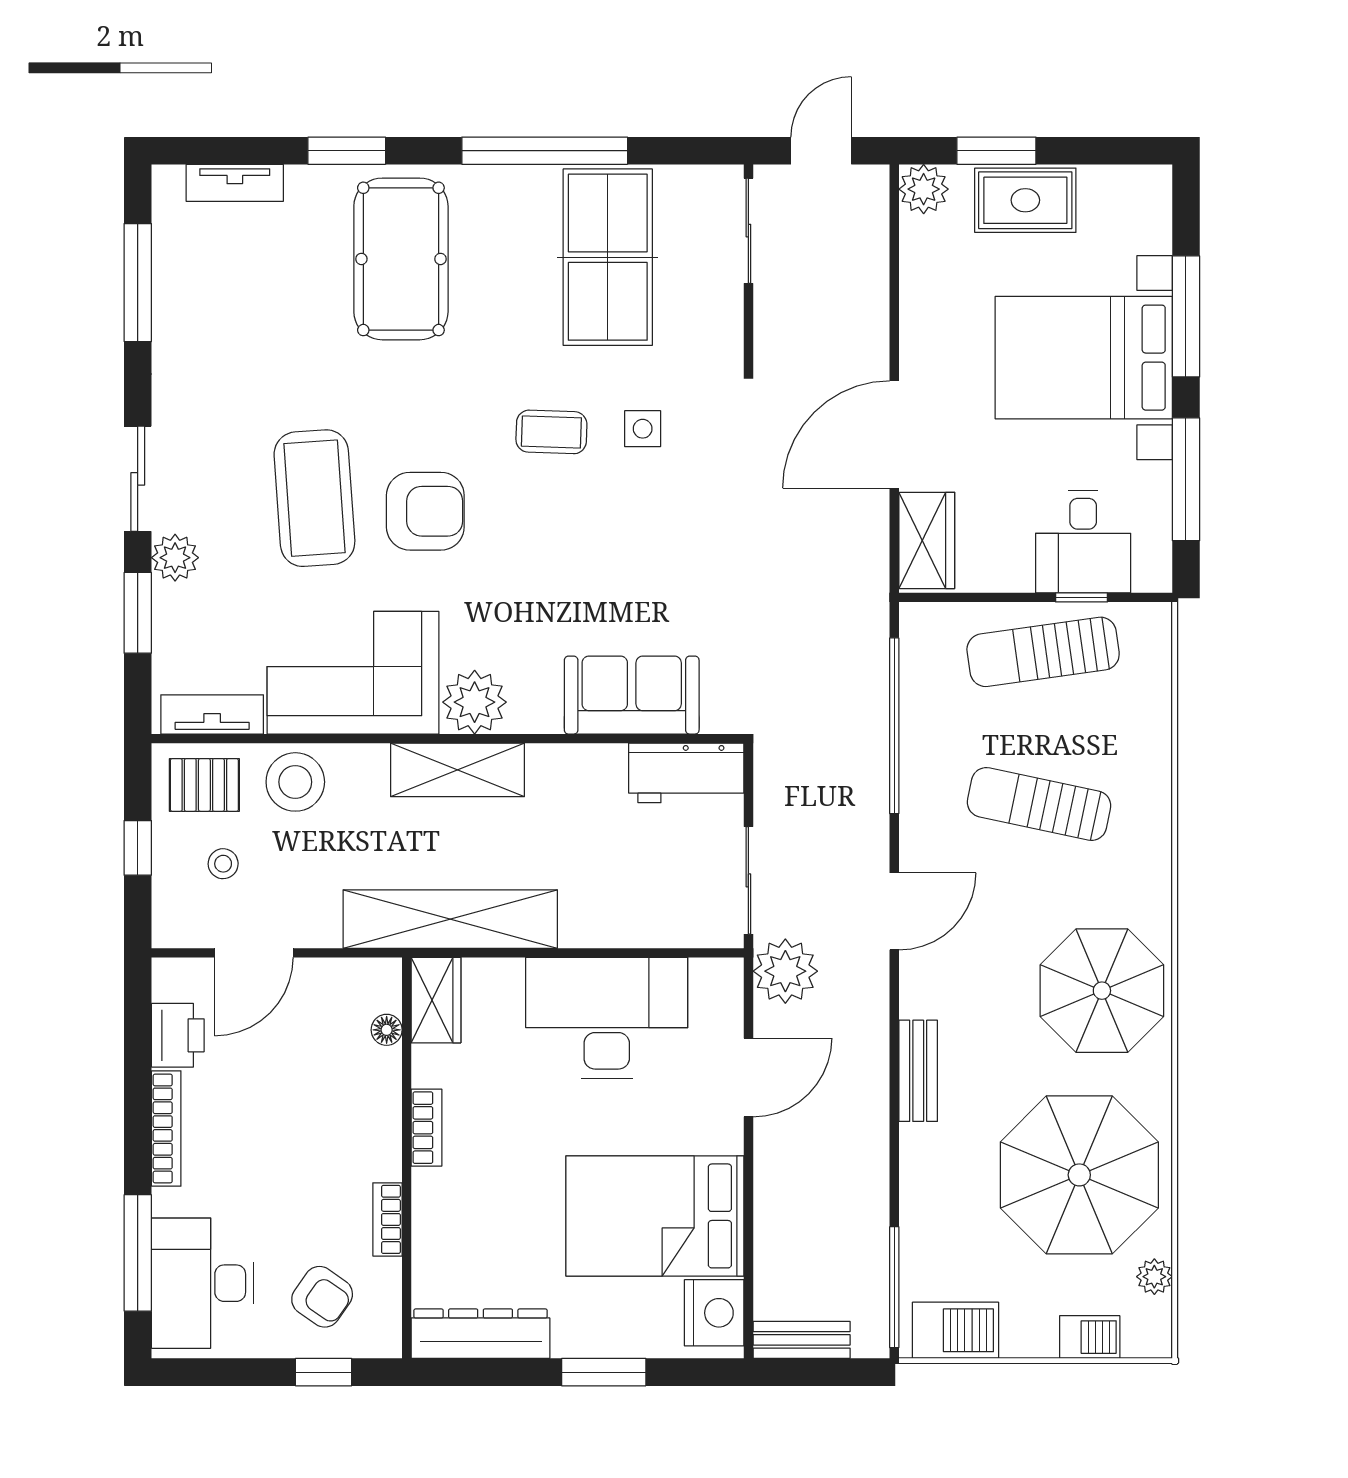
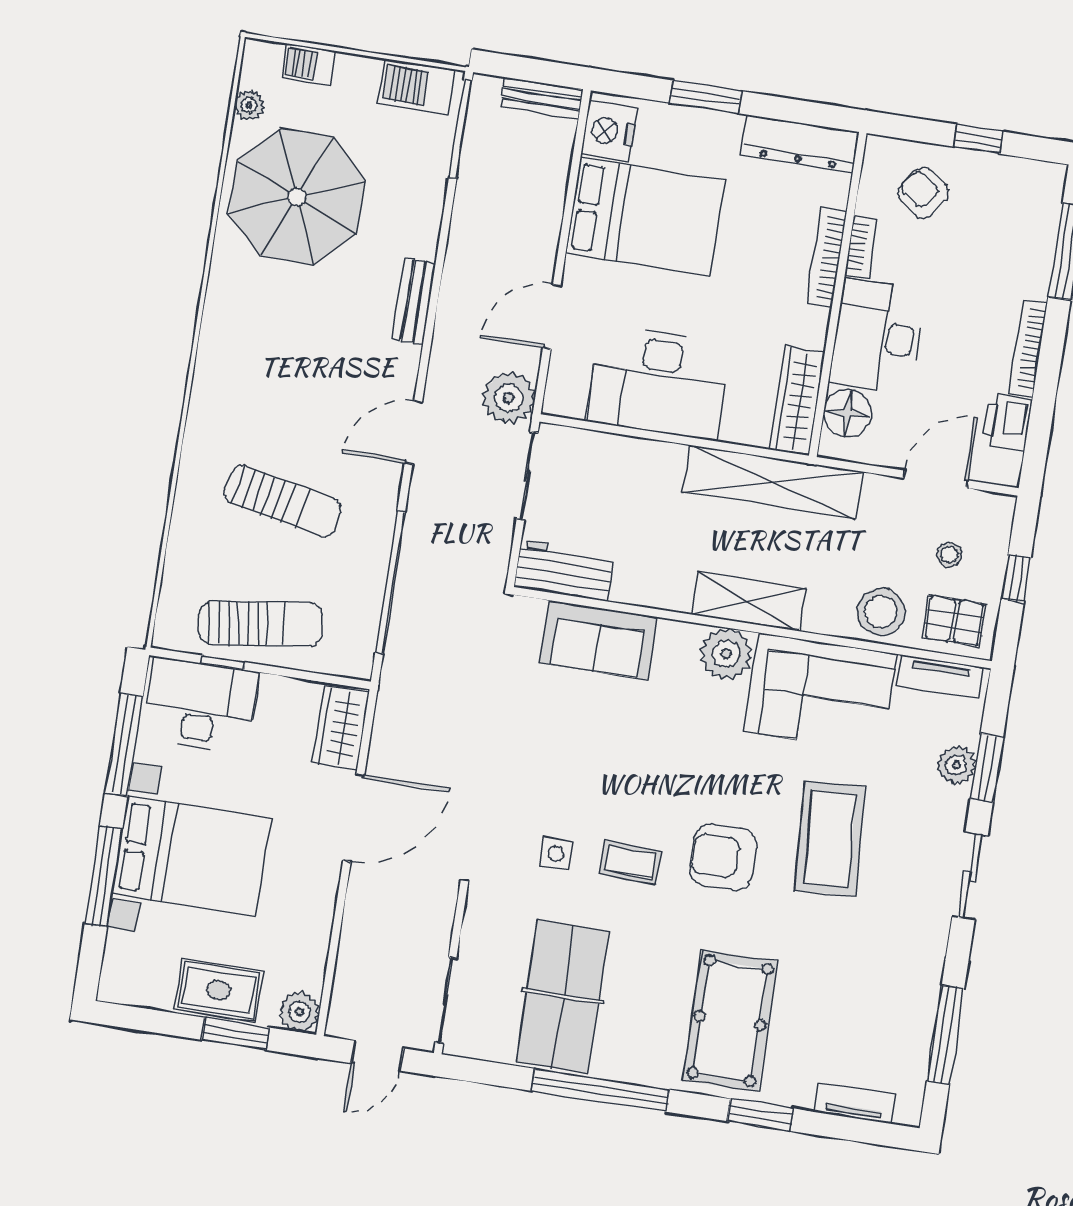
armchair: (425, 511) -> (723, 857), moved
desk: (1083, 541) -> (200, 705), width x1.37
plant: (175, 558) -> (956, 765), moved
parasol: (1102, 991) -> (256, 343), removed
wardrobe: (436, 1000) -> (797, 401), width x1.50
floor lamp: (387, 1030) -> (847, 413), width x1.89, depth x1.89
bookcase: (427, 1128) -> (827, 258), moved, width x1.56
desk: (203, 1283) -> (877, 337), moved, turned 180
window: (324, 1372) -> (978, 139), moved

